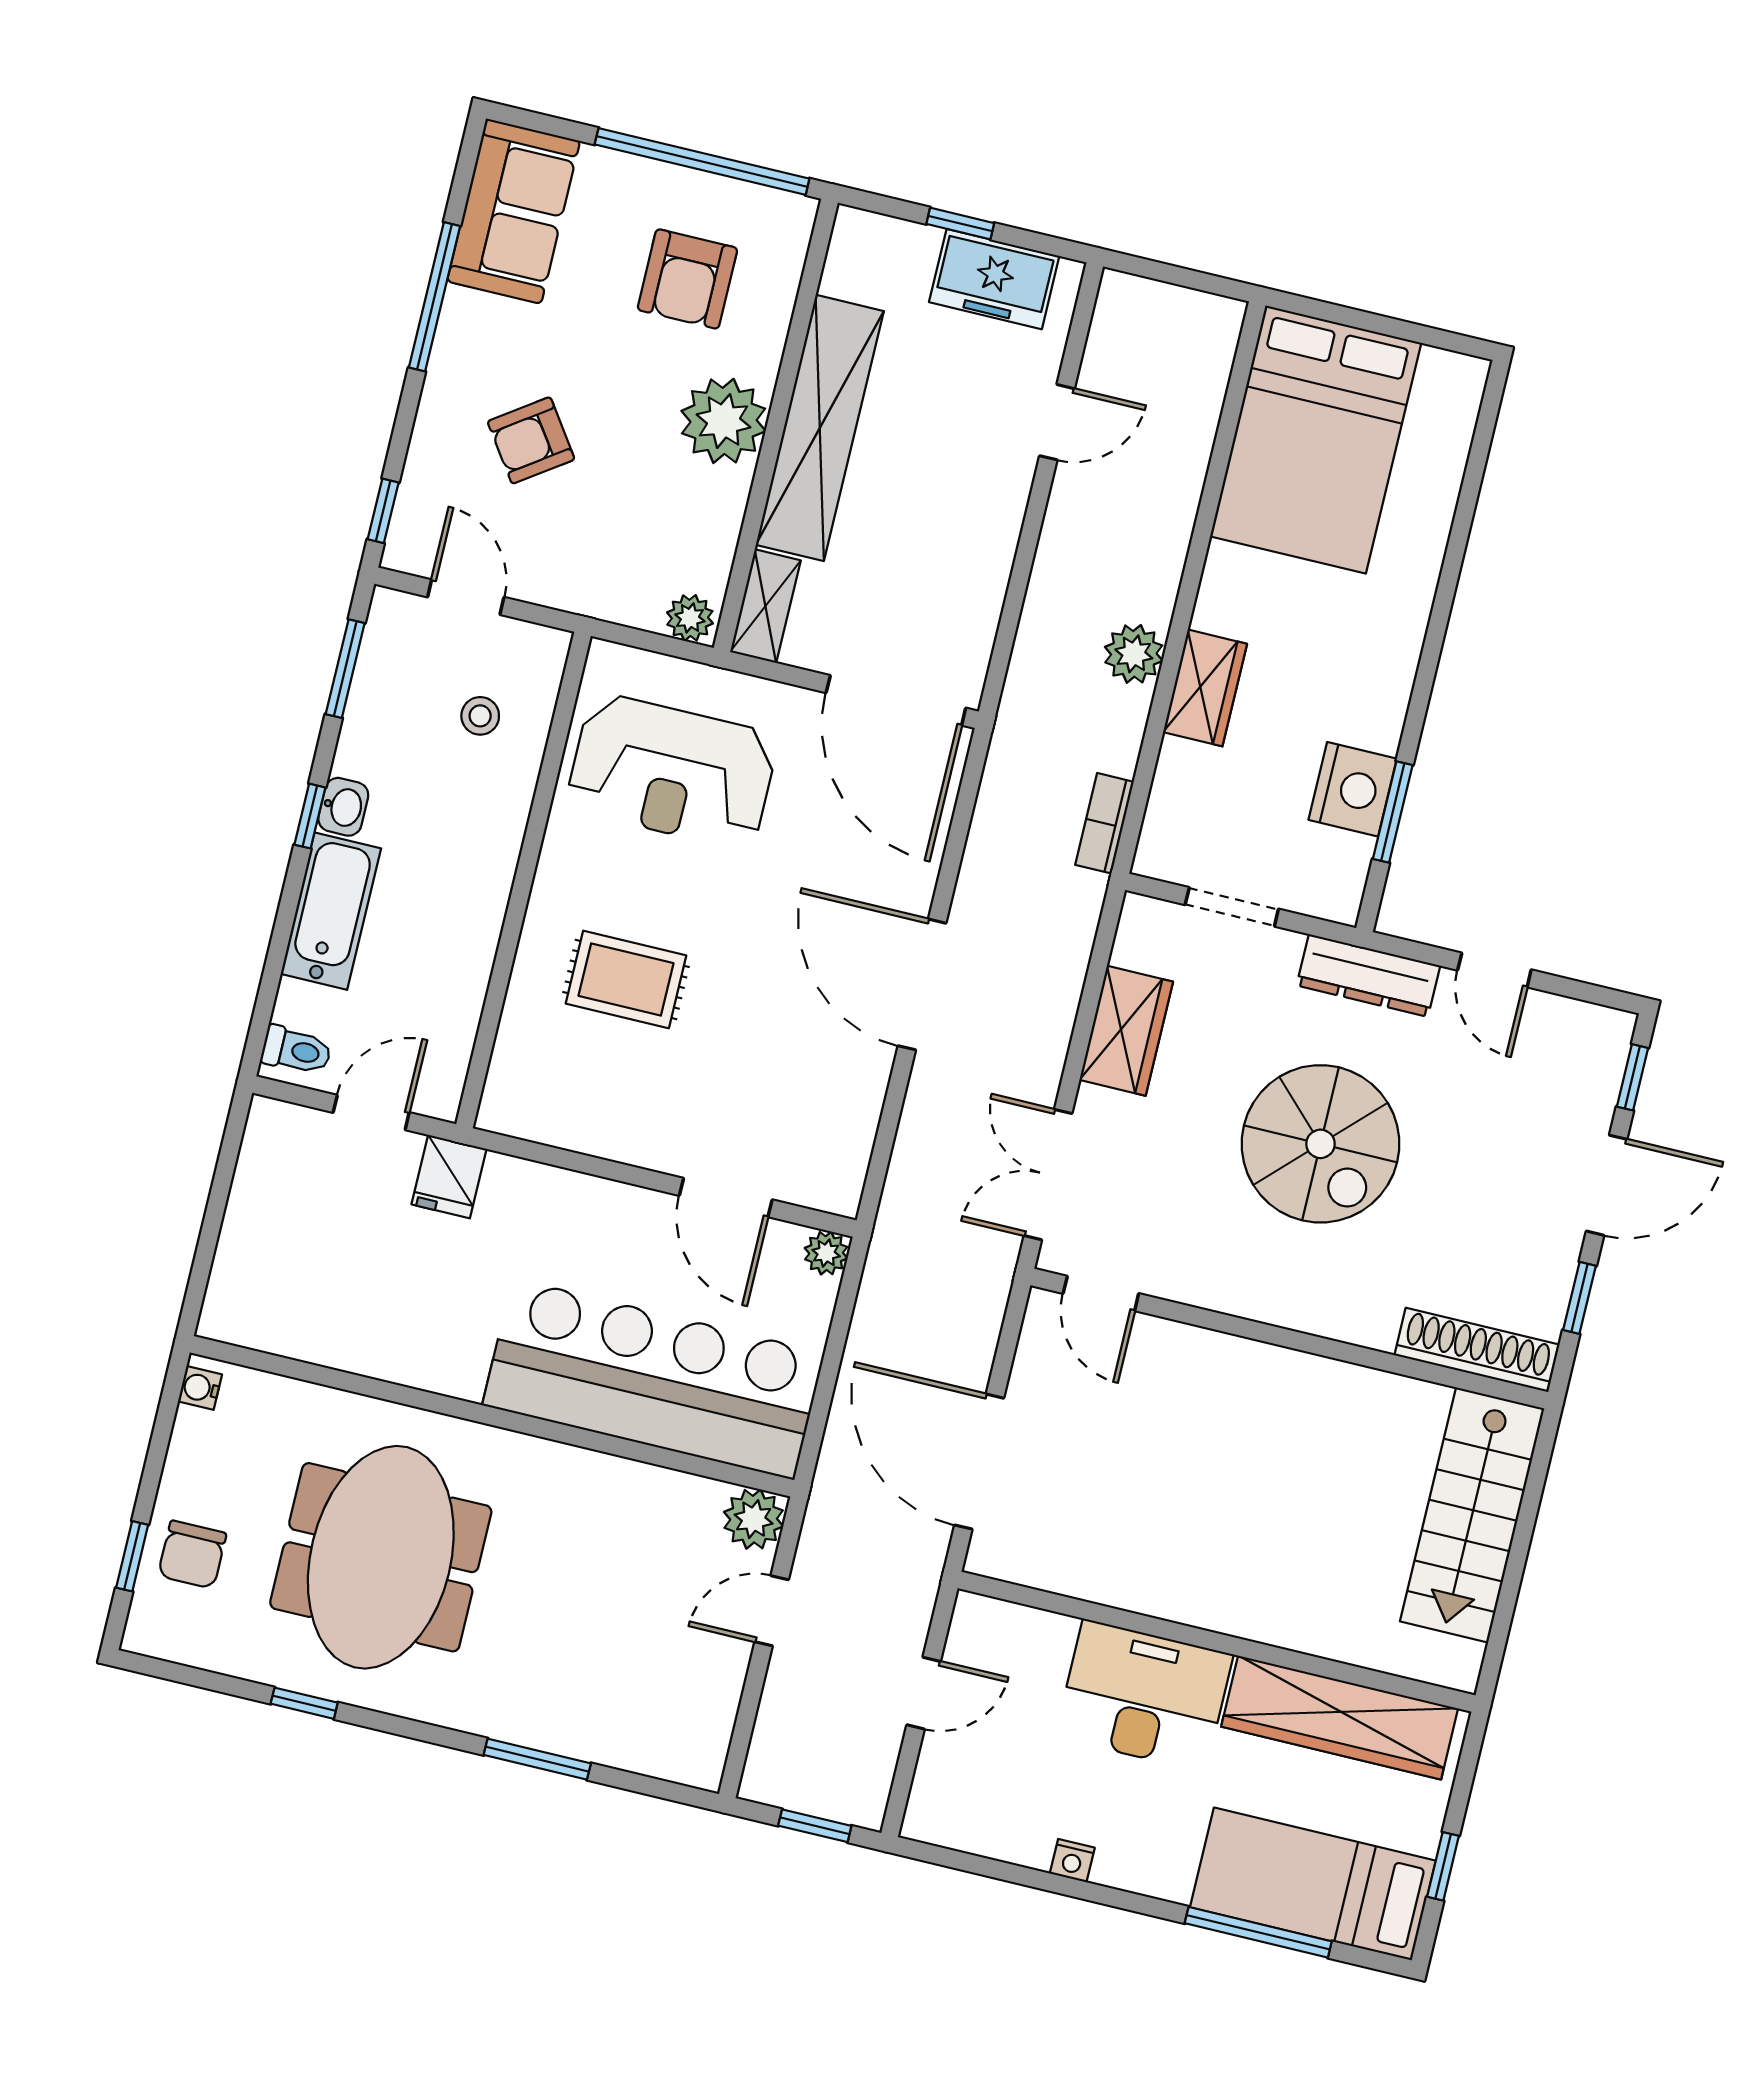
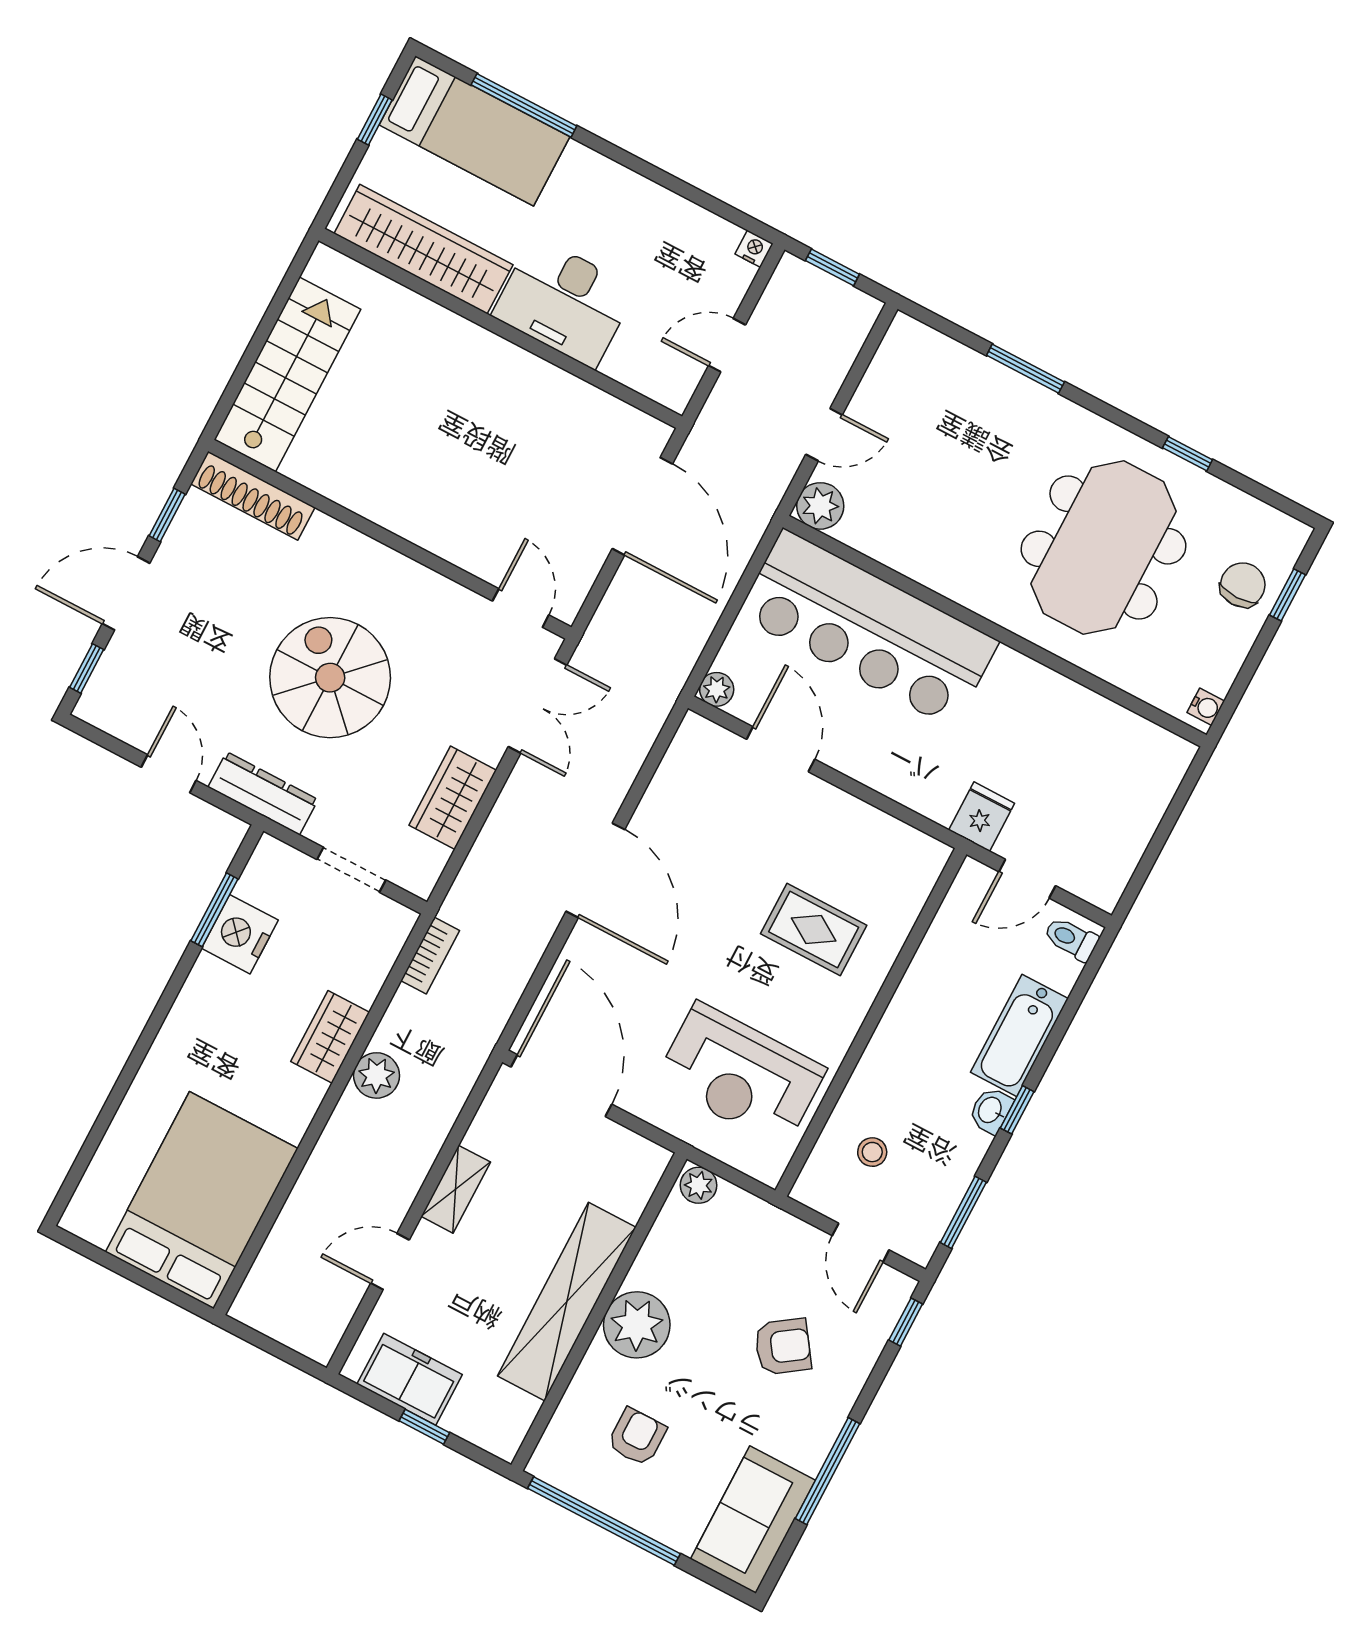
armchair: (687, 279) -> (637, 1437), width x0.72, depth x0.72
shelving: (765, 606) -> (456, 1189), moved
reception desk: (672, 772) -> (740, 1075), turned 180
nightstand: (1072, 1861) -> (754, 249), moved

